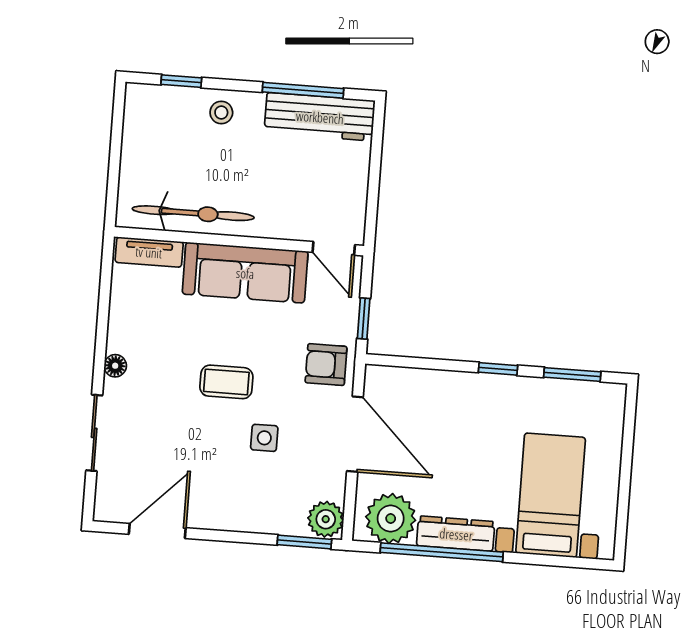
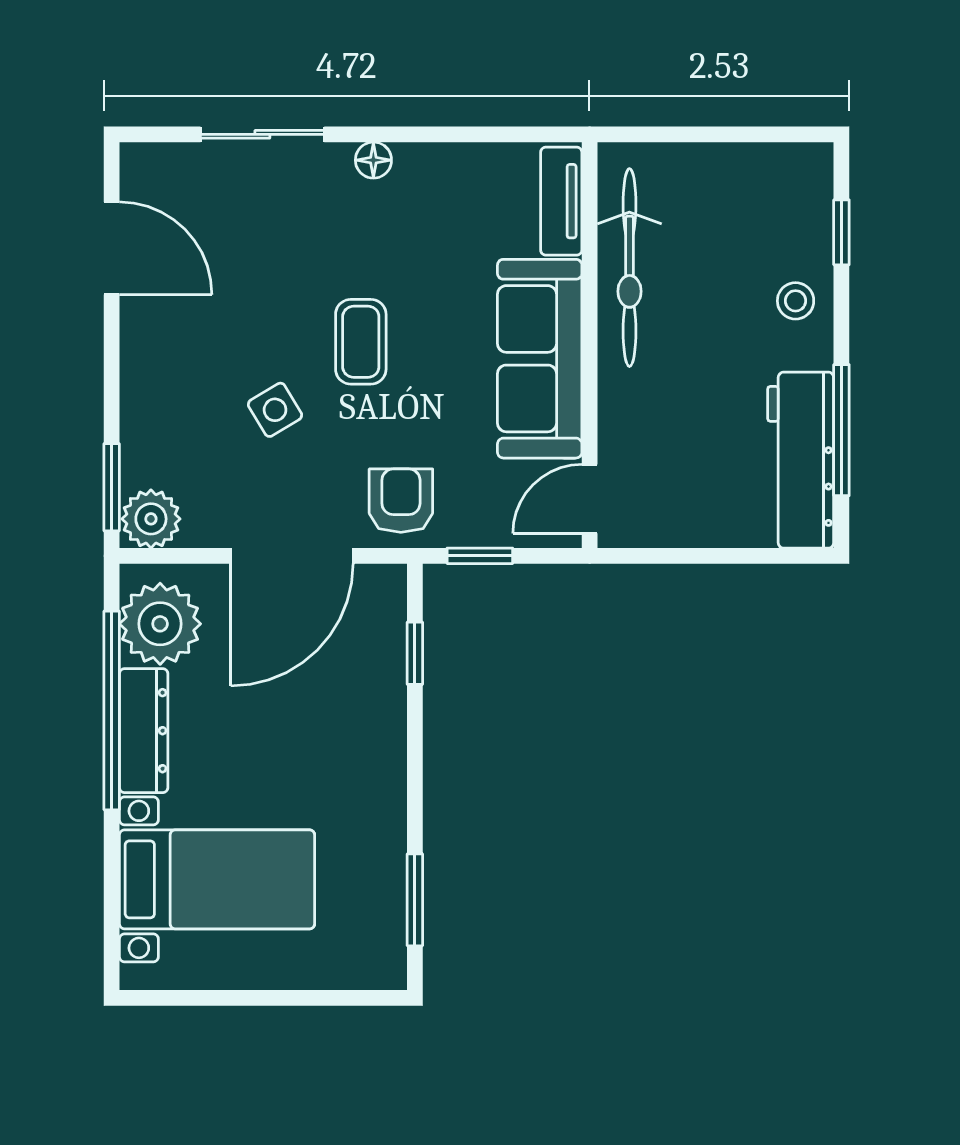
window: (498, 369) -> (415, 653), moved
side table: (264, 438) -> (275, 410), turned -31

